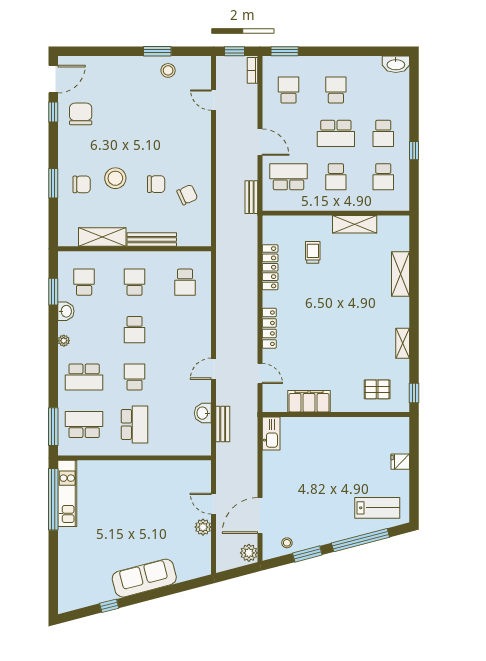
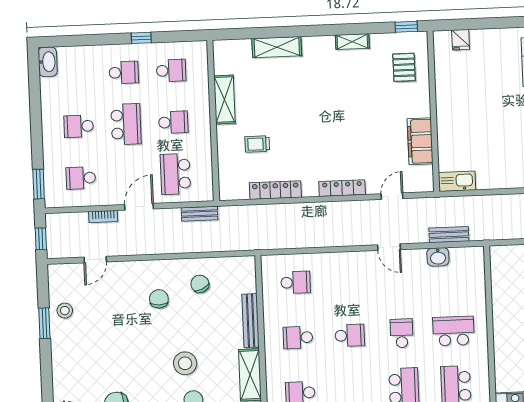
bookcase: (252, 70) -> (103, 217), moved
chair: (156, 184) -> (159, 299), moved
school desk: (135, 377) -> (402, 333), turned 90
fridge: (400, 462) -> (461, 40), moved

